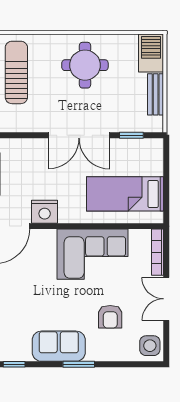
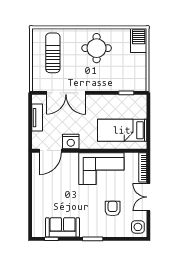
bench: (156, 94) -> (142, 67), removed
double door: (79, 135) -> (66, 93), moved
armchair: (110, 317) -> (113, 208), turned 180
sofa: (59, 346) -> (63, 227), moved

